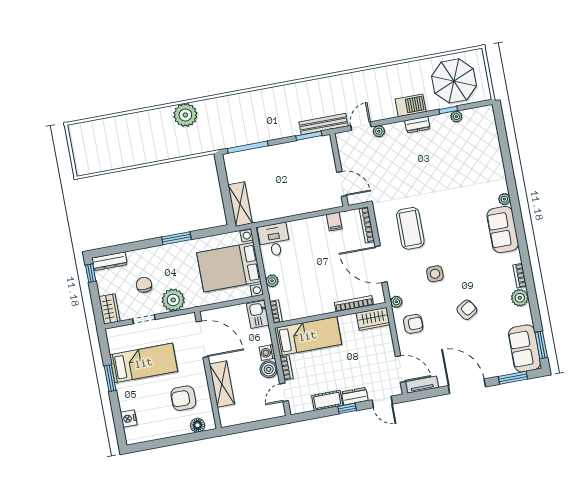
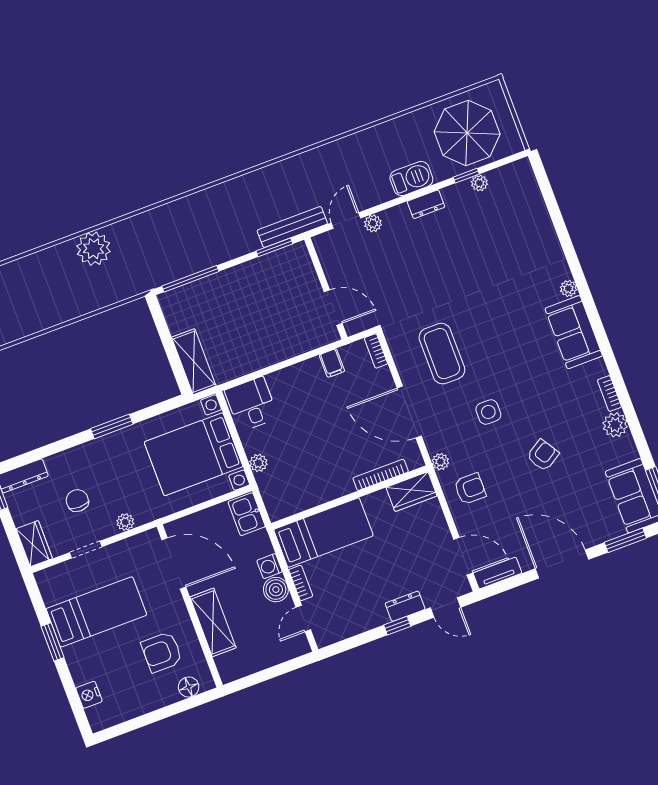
bookcase: (367, 225) -> (376, 351), width x0.64
plant: (173, 300) -> (125, 522), width x0.53, depth x0.53
bookcase: (276, 312) -> (272, 506), removed
cot: (327, 400) -> (367, 619), removed

